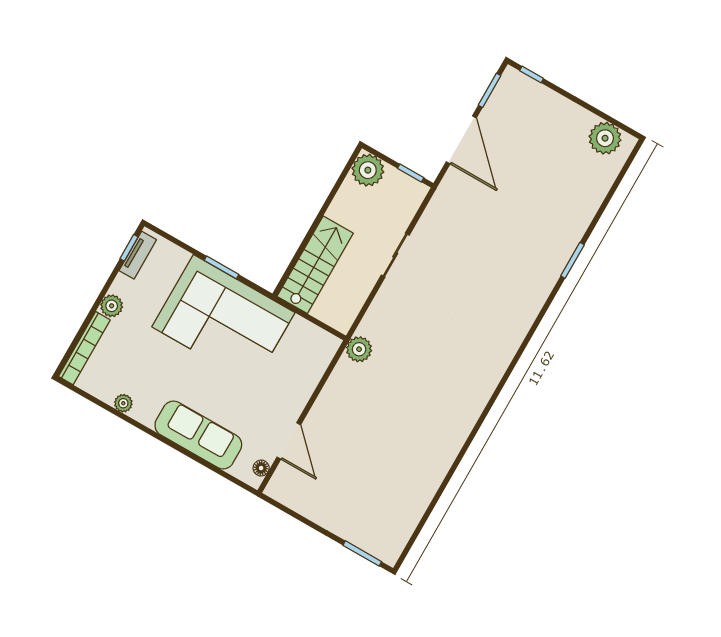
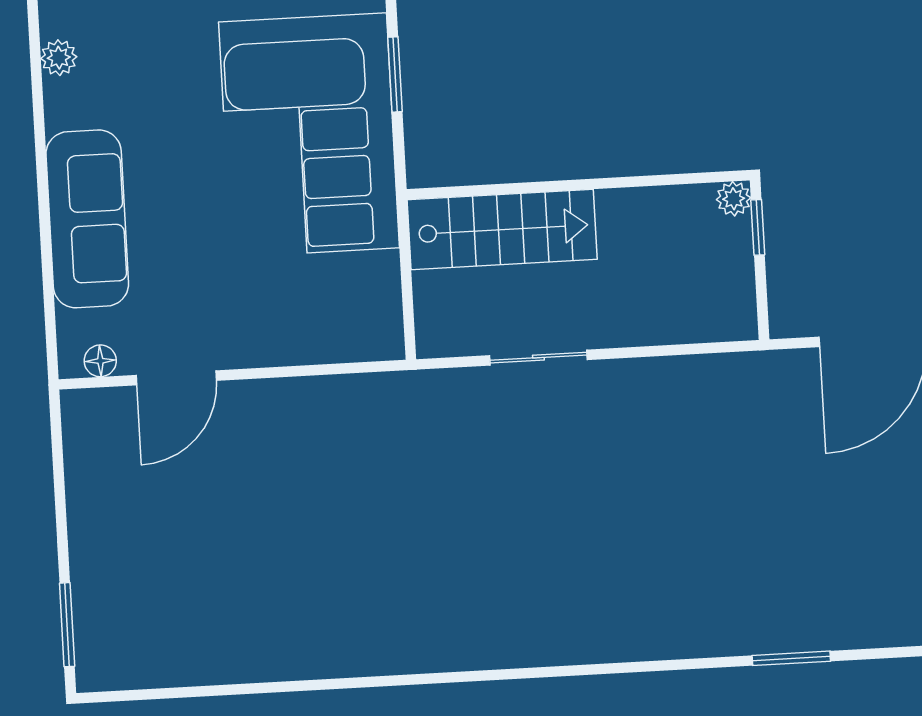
plant: (368, 170) -> (734, 199), width x0.53, depth x0.53
window: (411, 173) -> (758, 227), moved
sliding door: (395, 255) -> (538, 358), moved
plant: (359, 349) -> (408, 396), removed

